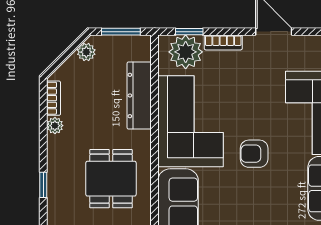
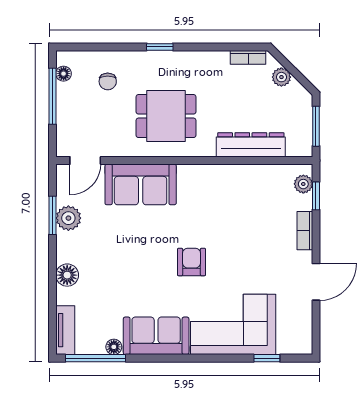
plant: (86, 52) -> (281, 77), moved
plant: (186, 52) -> (303, 184), width x0.53, depth x0.53
corner sofa: (191, 121) -> (225, 197), removed
plant: (55, 126) -> (220, 59), removed

